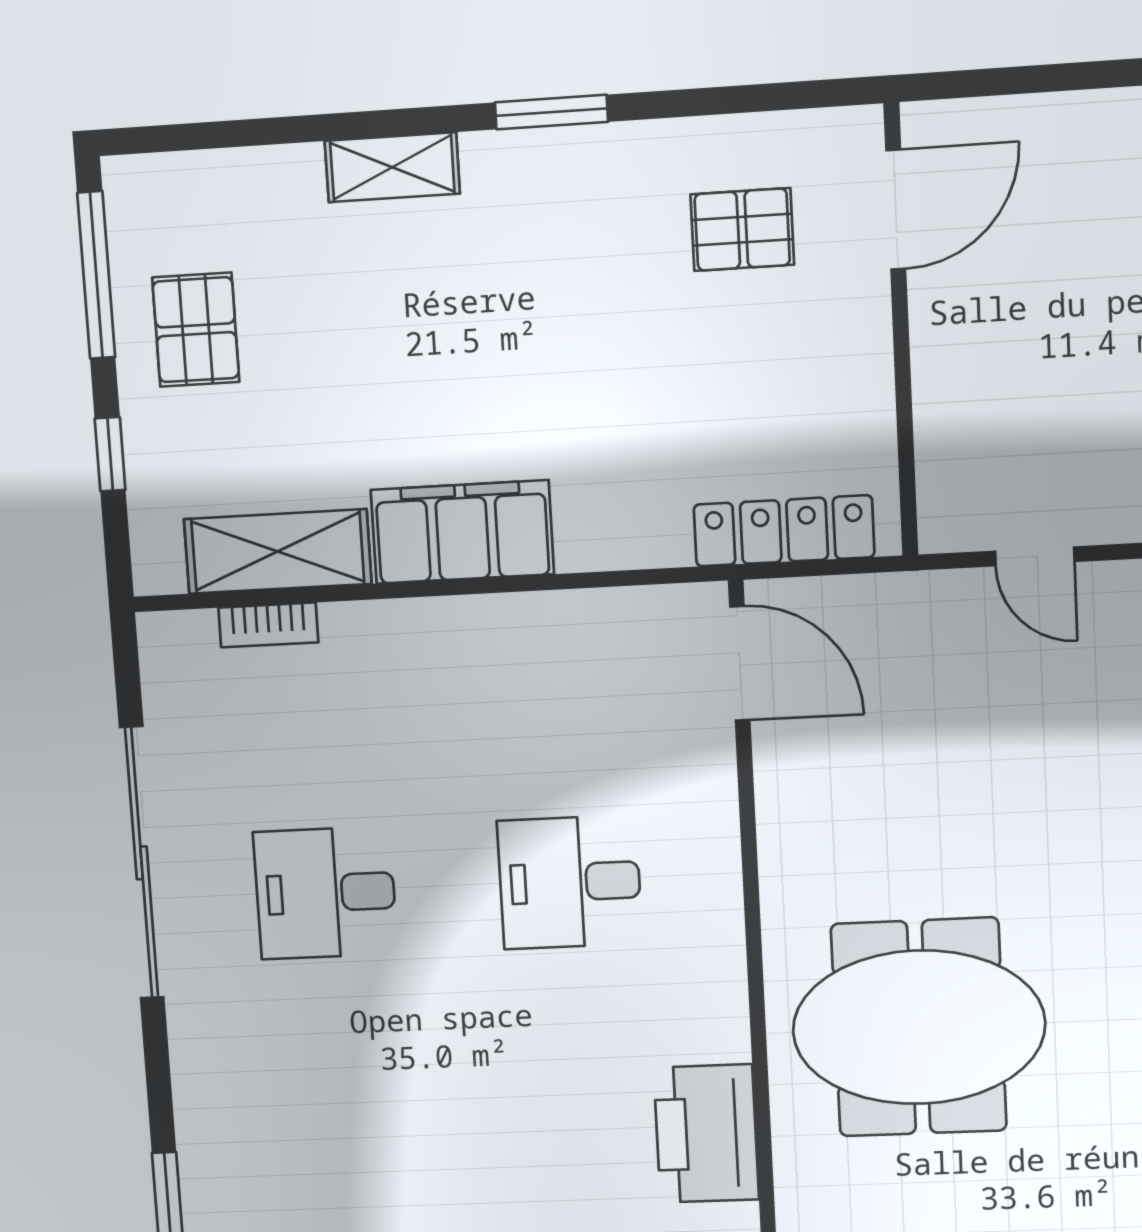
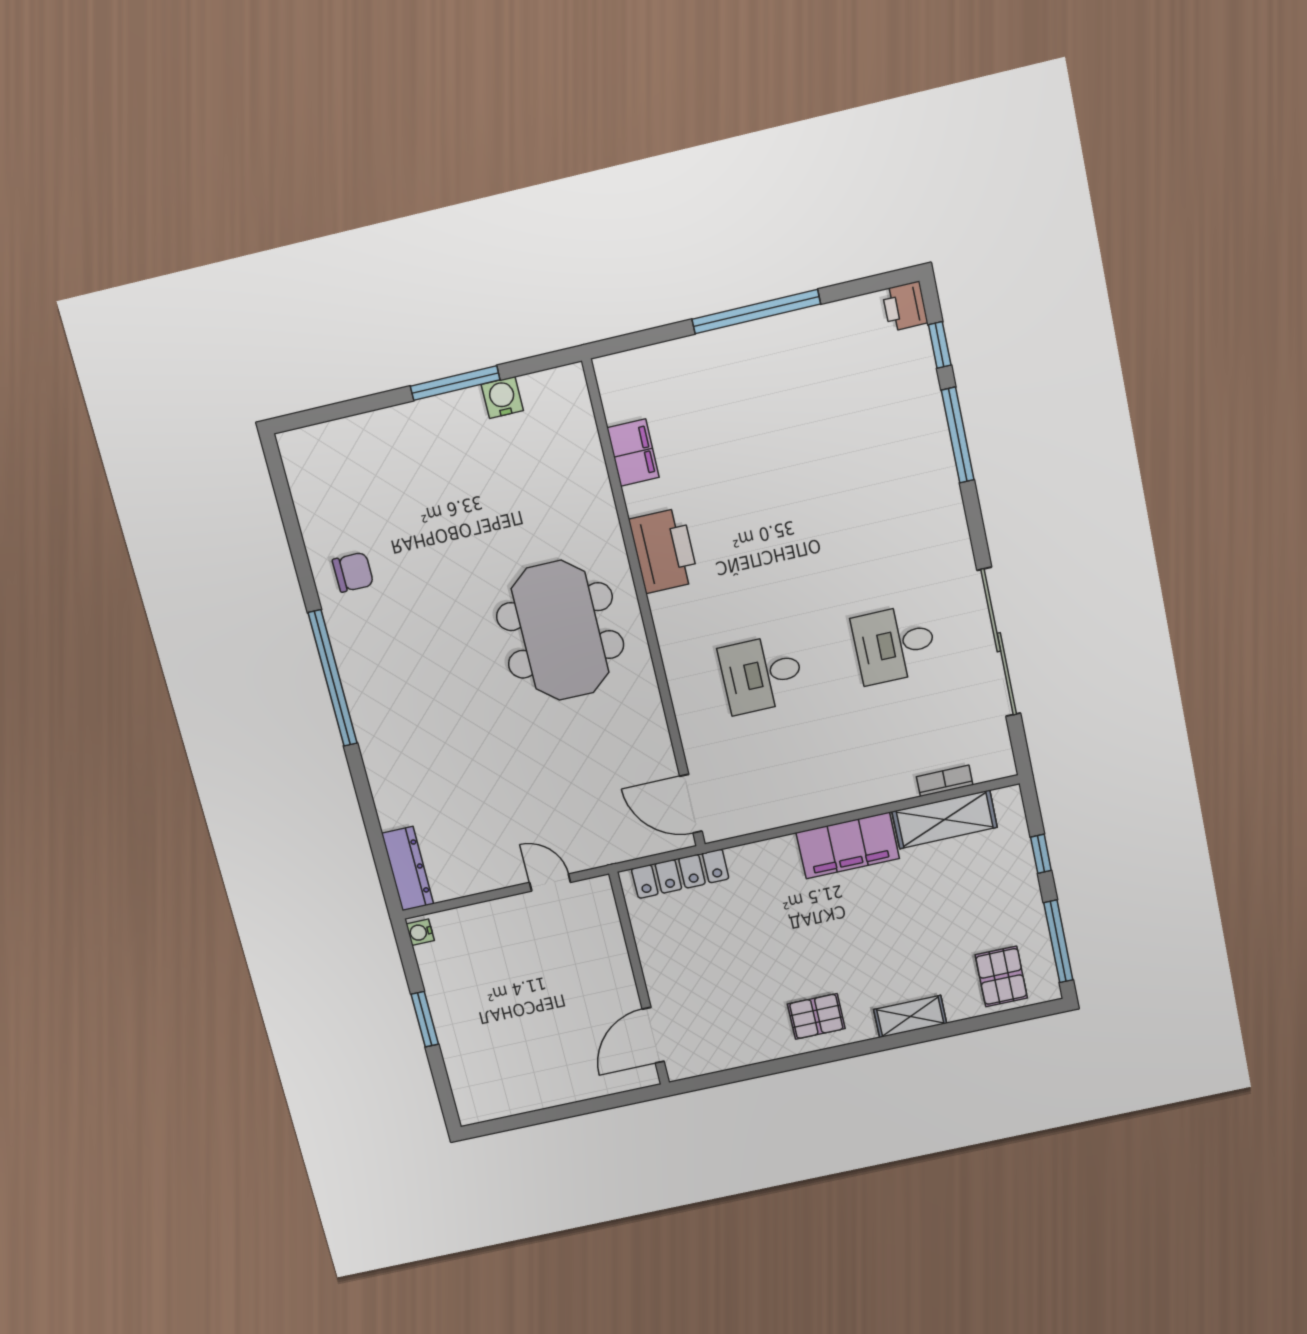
window: (551, 112) -> (833, 1054), removed
pallet: (742, 230) -> (816, 1016), moved
pallet: (196, 330) -> (1001, 976), moved
desk: (570, 882) -> (762, 674), turned 180
desk: (325, 893) -> (894, 644), turned 180
meeting table: (919, 1027) -> (560, 631), turned 90

